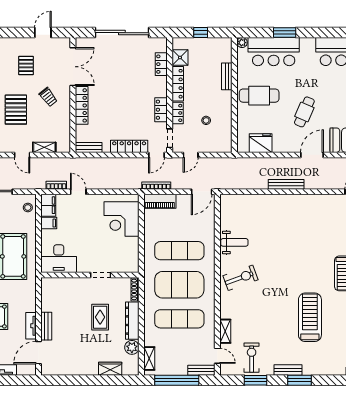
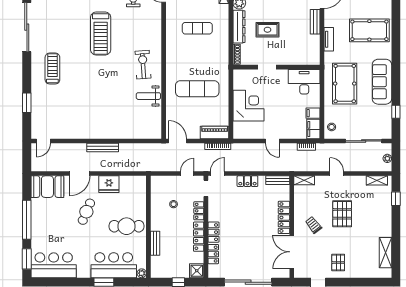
shower: (180, 58) -> (197, 271), moved
pallet: (26, 66) -> (338, 262), moved
locker: (161, 110) -> (214, 232), moved
fridge: (261, 143) -> (109, 184), moved
locker: (129, 146) -> (247, 181), width x0.66
shelving: (44, 147) -> (304, 180), moved
door: (78, 192) -> (272, 141), moved
door: (202, 192) -> (177, 141), hinge flipped
corner desk: (122, 219) -> (248, 106), moved
exercise bike: (241, 278) -> (143, 65), turned 106
exercise mat: (179, 285) -> (197, 58), removed
rug: (100, 317) -> (267, 30), turned 90
treadmill: (310, 317) -> (101, 34), moved
exercise mat: (179, 319) -> (197, 28), width x0.73, depth x0.69
tv unit: (31, 326) -> (329, 39), moved
shelving: (225, 331) -> (157, 17), removed

